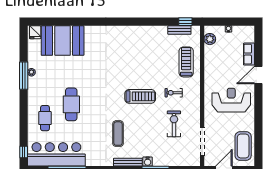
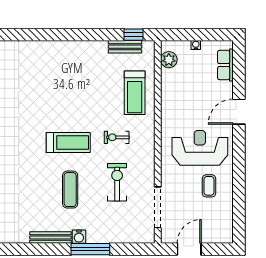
row of seats: (249, 54) -> (225, 65), moved
treadmill: (186, 62) -> (135, 93), turned 180
exercise mat: (118, 134) -> (70, 190), moved
coffee table: (243, 146) -> (209, 186), moved, width x0.54, depth x0.58

